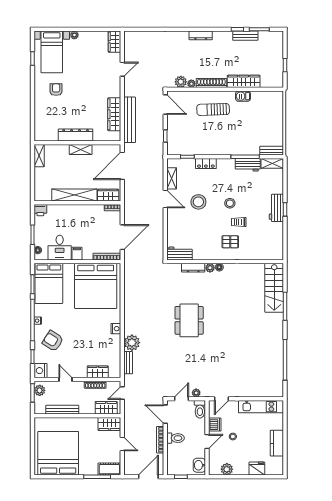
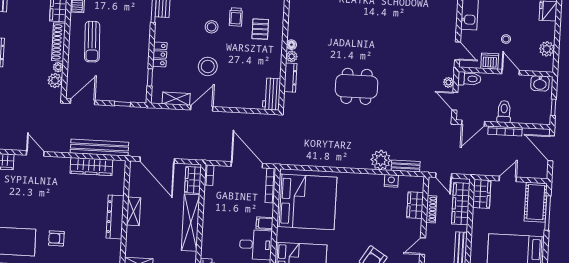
nightstand: (116, 329) -> (391, 181), moved
wardrobe: (106, 408) -> (461, 204), width x1.50
cot: (109, 469) -> (536, 202), width x1.37, depth x1.34

